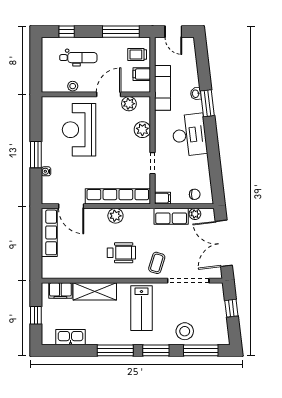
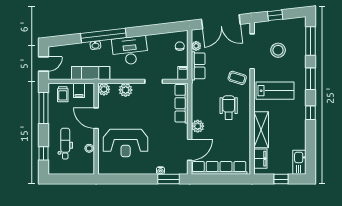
window: (207, 103) -> (103, 35), width x2.11
plant: (129, 104) -> (104, 89), moved
window: (36, 155) -> (168, 179), moved
row of seats: (118, 196) -> (181, 103), width x0.73
plant: (115, 216) -> (198, 126), moved
row of seats: (49, 232) -> (219, 168), width x1.36
stool: (185, 331) -> (278, 50), moved
kitchen sink: (71, 337) -> (299, 162), moved
window: (115, 350) -> (310, 113), width x0.46

